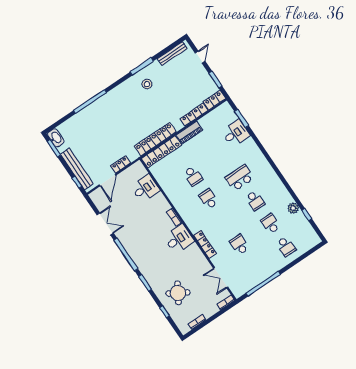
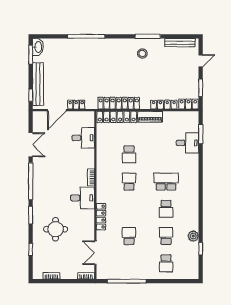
round table: (178, 293) -> (56, 229), moved, turned -31

